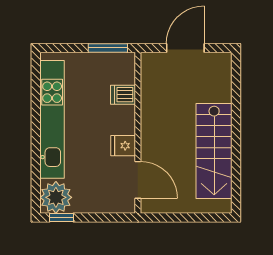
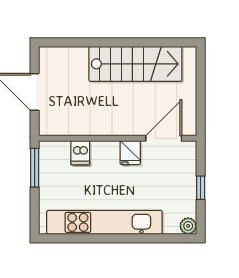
plant: (56, 197) -> (188, 226), width x0.53, depth x0.53
window: (61, 218) -> (201, 188), moved

